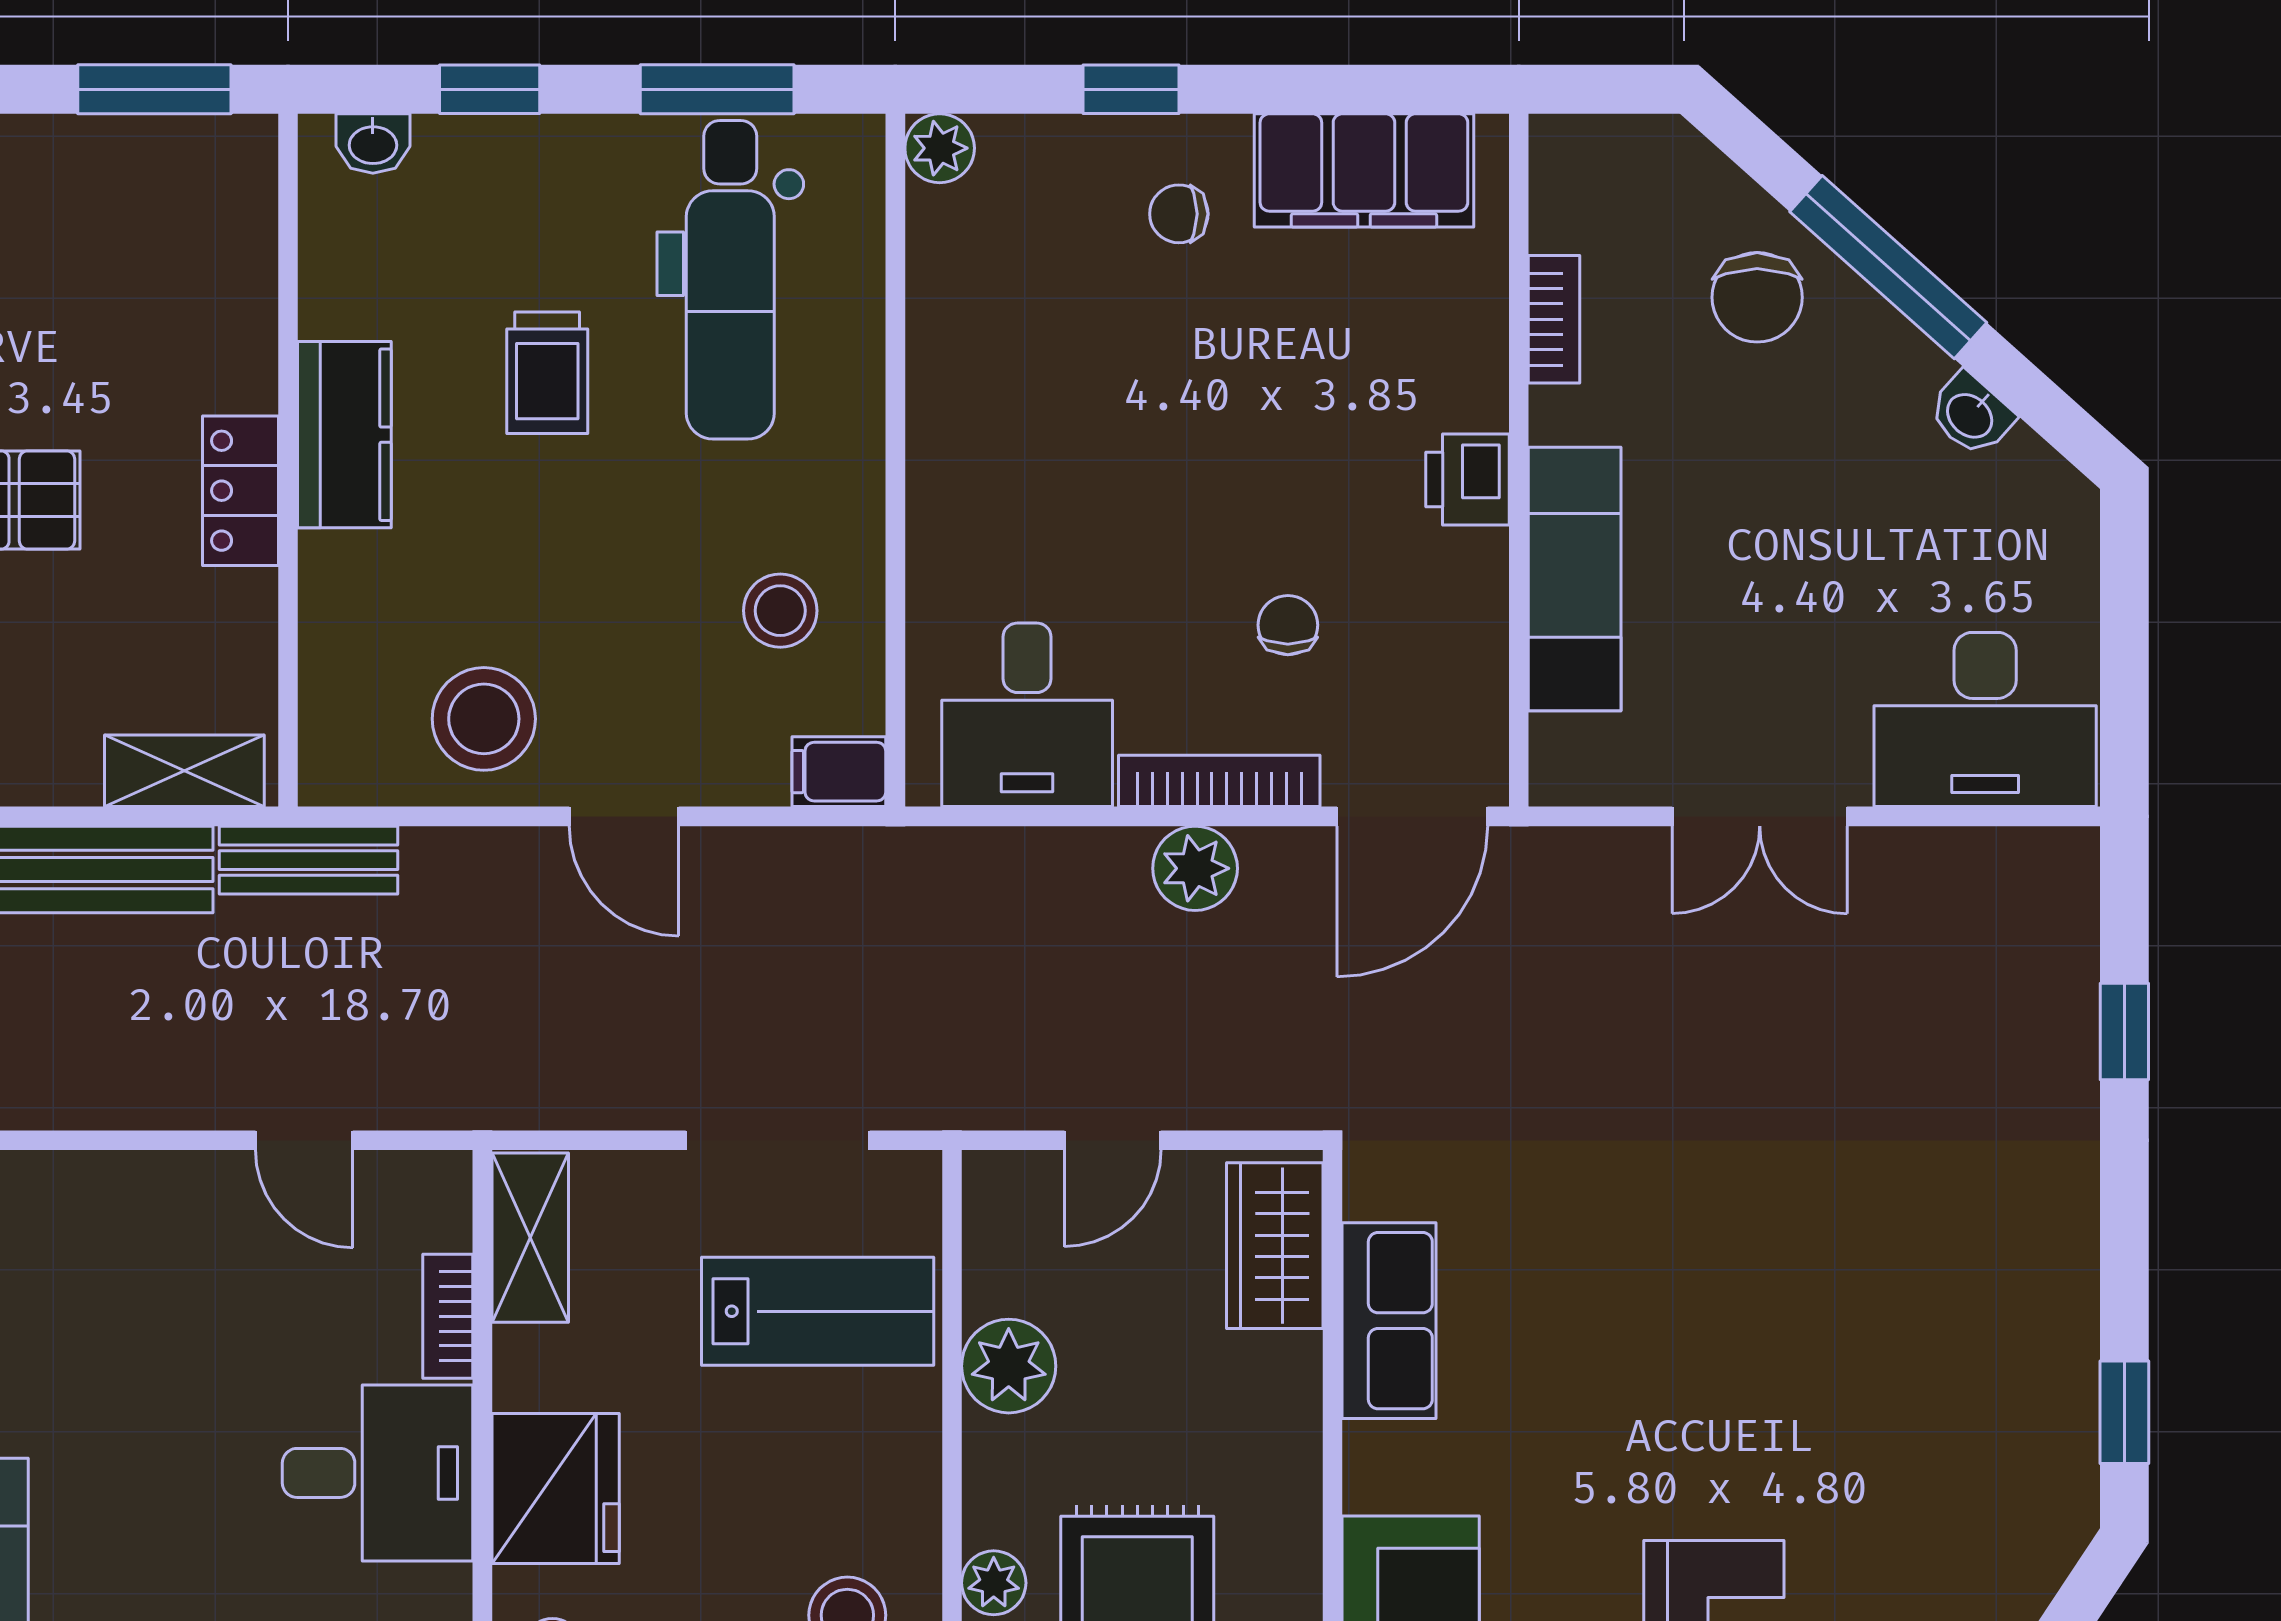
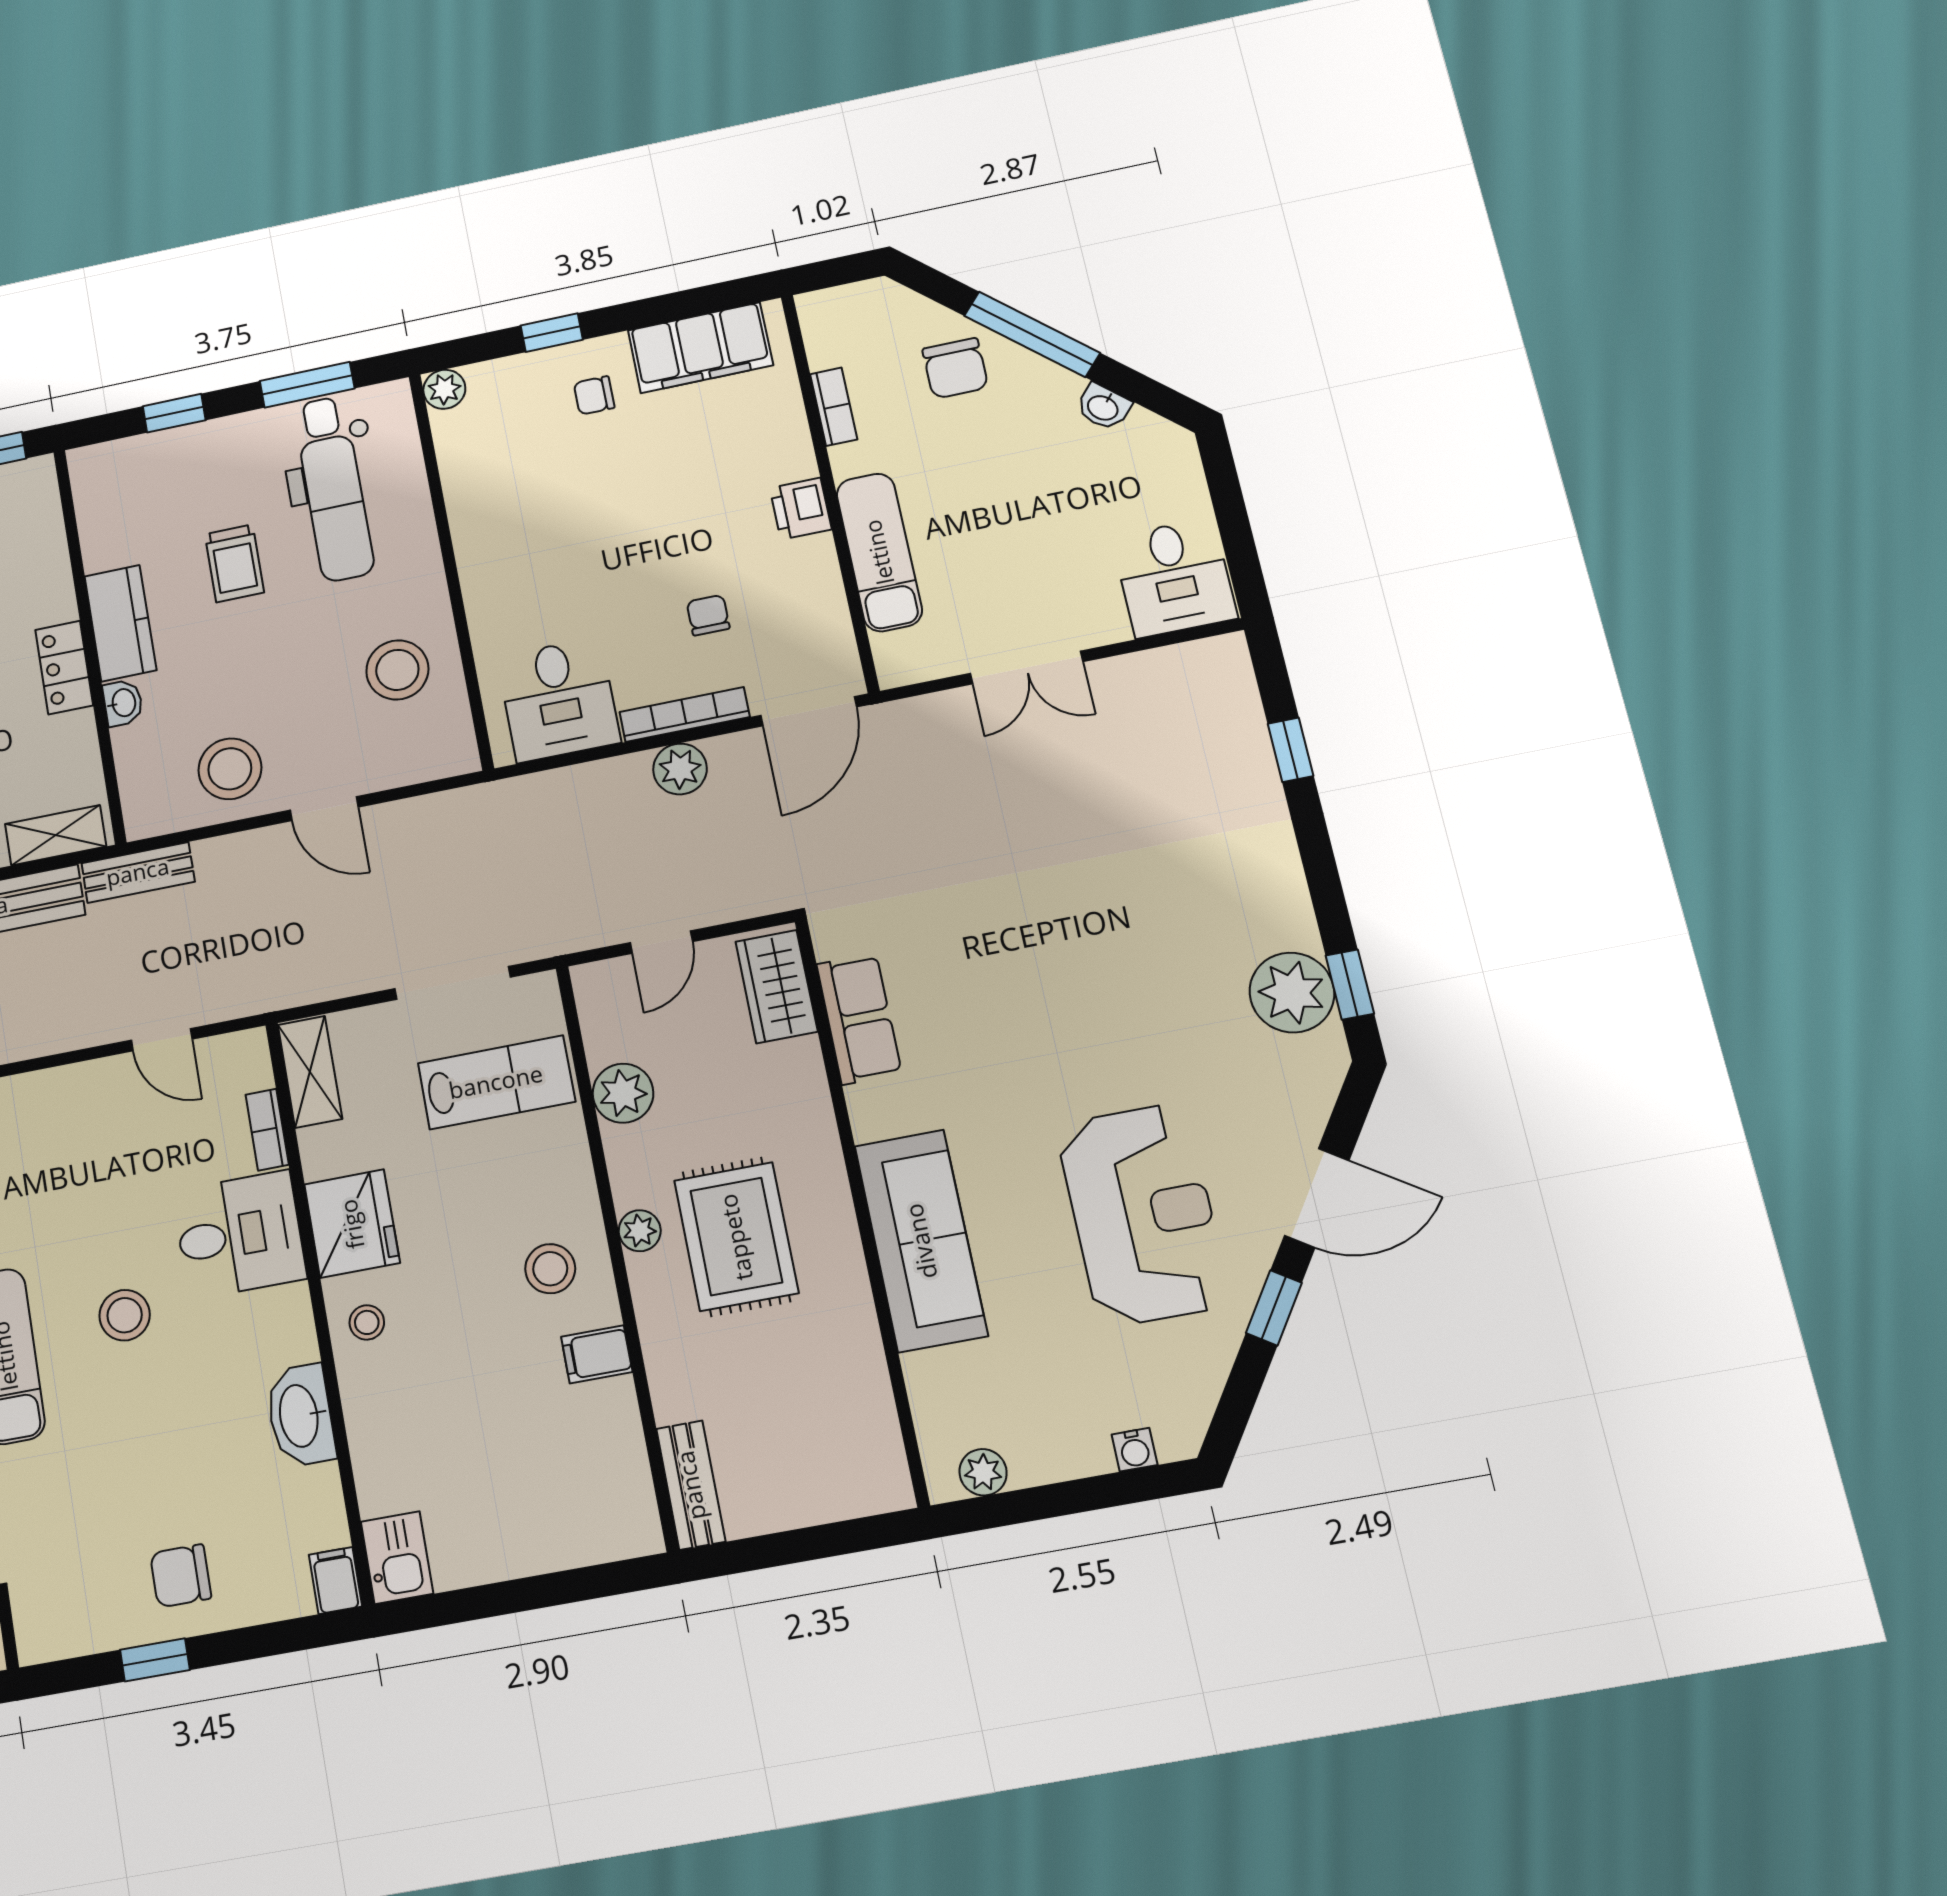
washbasin: (373, 143) -> (123, 703), moved, turned -90
stool: (780, 611) -> (397, 670), width x1.38, depth x1.38
desk: (1985, 719) -> (1174, 578), width x0.73
filing cabinet: (839, 772) -> (450, 756), removed
plant: (2038, 1407) -> (1292, 992), added
stool: (178, 1564) -> (125, 1315), added

